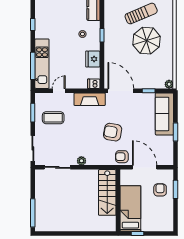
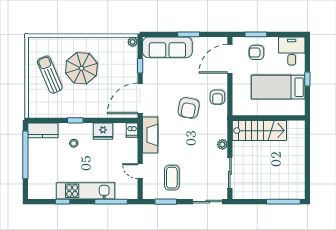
kitchen unit: (42, 64) -> (86, 191), moved
door: (145, 167) -> (230, 59), moved
stairs: (107, 192) -> (259, 131), moved
wall: (118, 200) -> (269, 118), moved
desk: (161, 220) -> (292, 51), added

